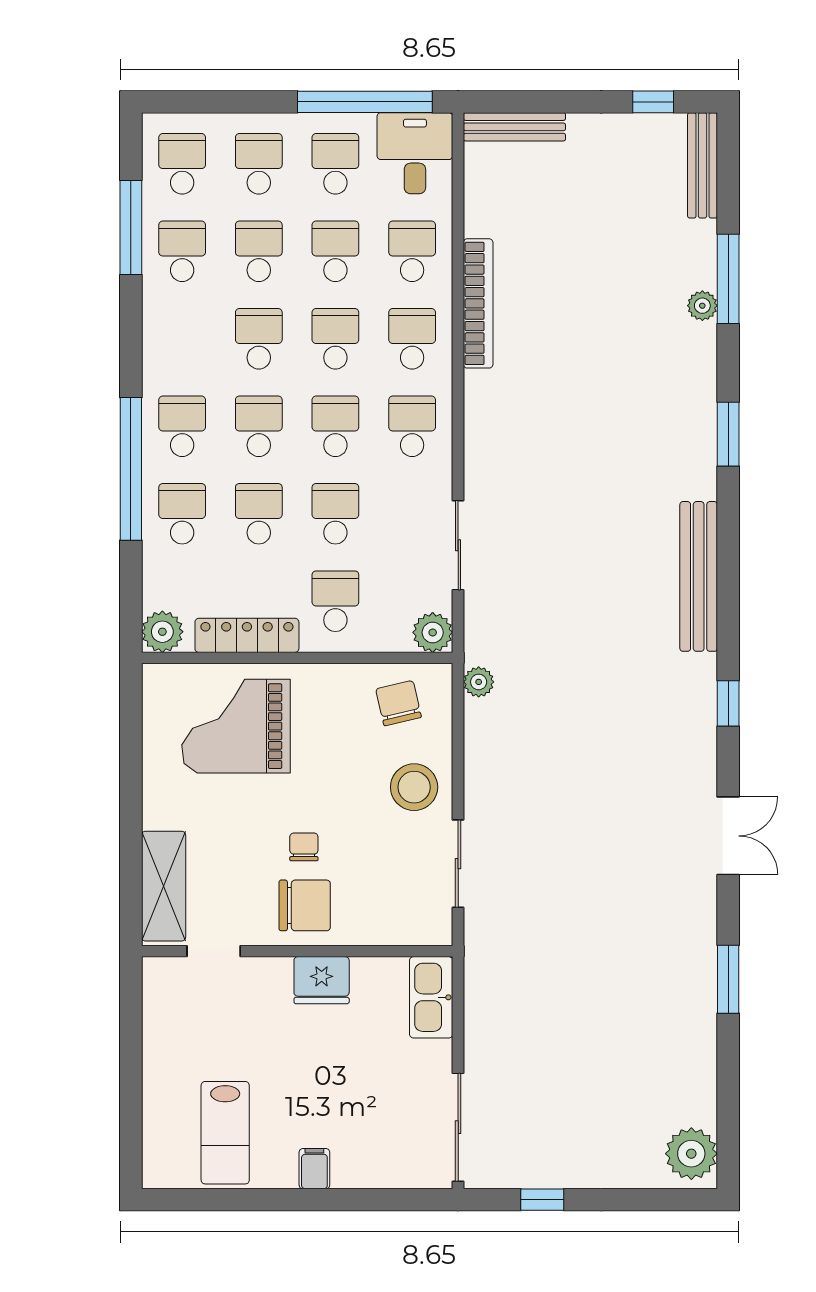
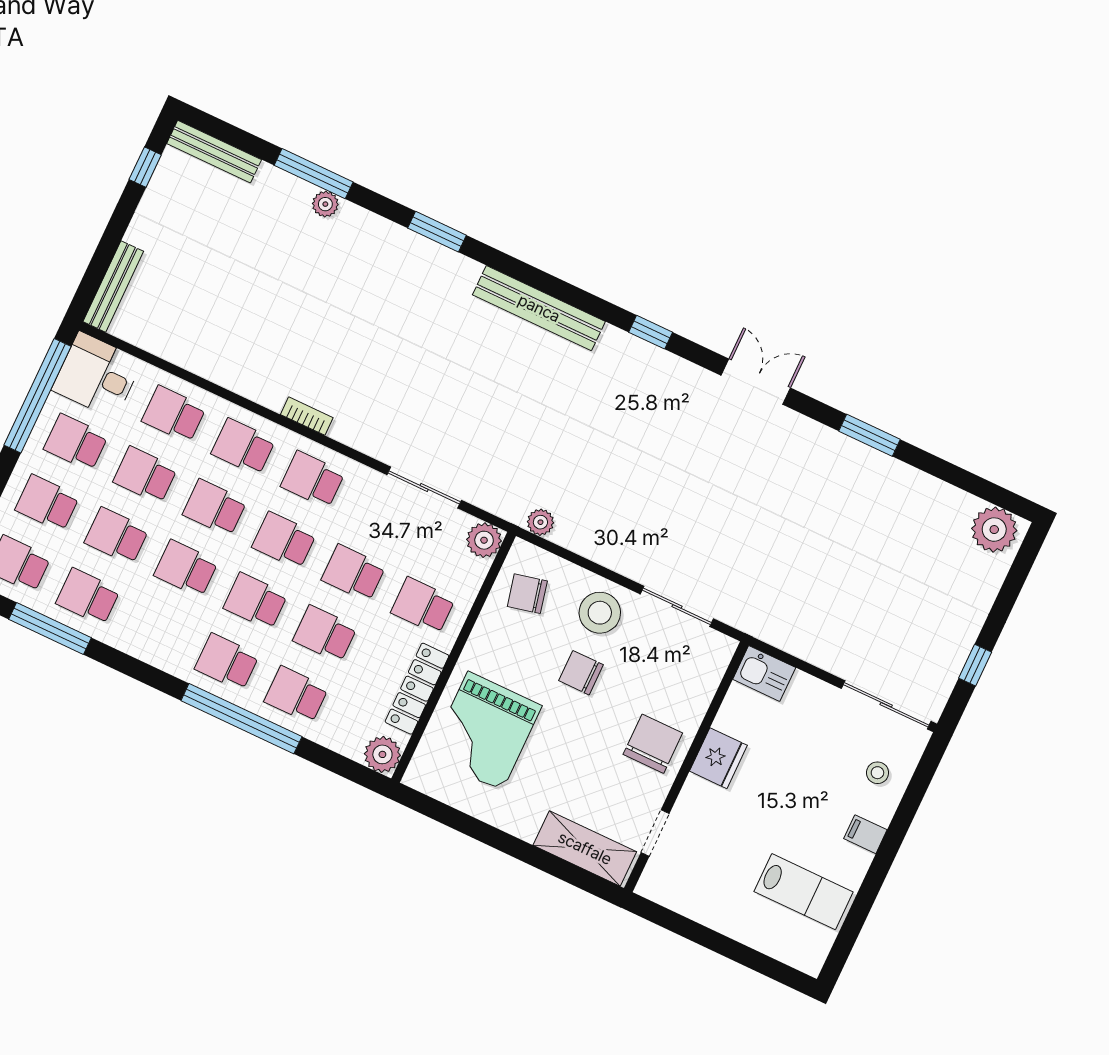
bookcase: (478, 303) -> (307, 416), moved, width x0.43, depth x0.76
chair: (304, 847) -> (581, 673), moved, width x1.37, depth x1.37
kitchen sink: (431, 997) -> (764, 673), width x0.73
stool: (384, 1151) -> (877, 773), added

